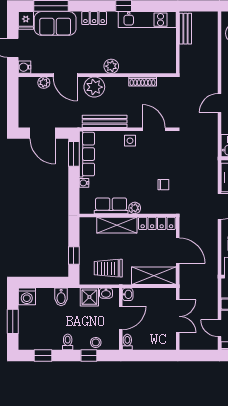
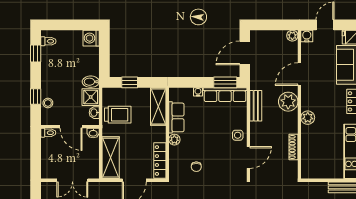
plant: (44, 83) -> (292, 36), moved
bench: (105, 121) -> (256, 106), width x0.73
shelving: (117, 225) -> (158, 106), moved
trolley: (108, 268) -> (118, 115), turned 90
bidet: (61, 297) -> (91, 82), moved
window: (13, 321) -> (68, 25), removed
toilet: (68, 342) -> (48, 41), moved

